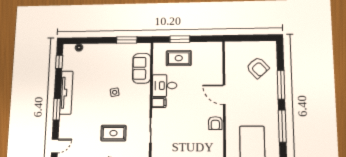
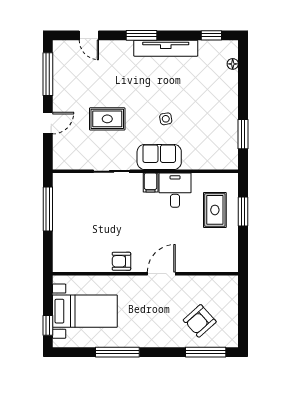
sofa: (142, 68) -> (159, 157), moved
window: (281, 85) -> (206, 352), moved
rug: (113, 133) -> (107, 119), turned 90

